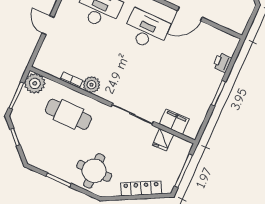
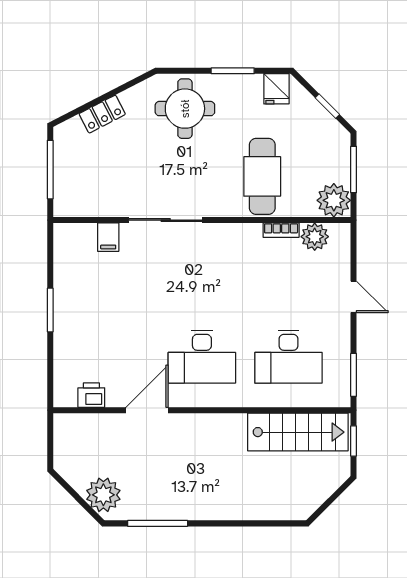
printer: (222, 62) -> (91, 395), moved, turned -90
plant: (91, 85) -> (315, 237), moved
cafe table: (68, 114) -> (262, 176), turned 90
filing cabinet: (174, 122) -> (108, 237), width x0.50
fridge: (163, 140) -> (276, 89), moved, turned 180
locker: (141, 188) -> (102, 114), width x0.66

